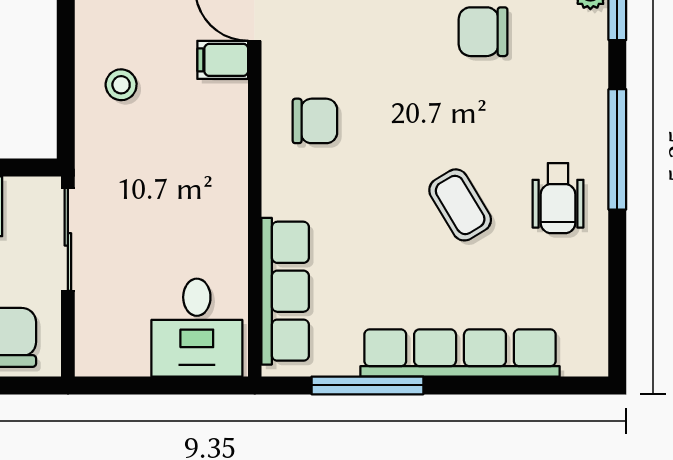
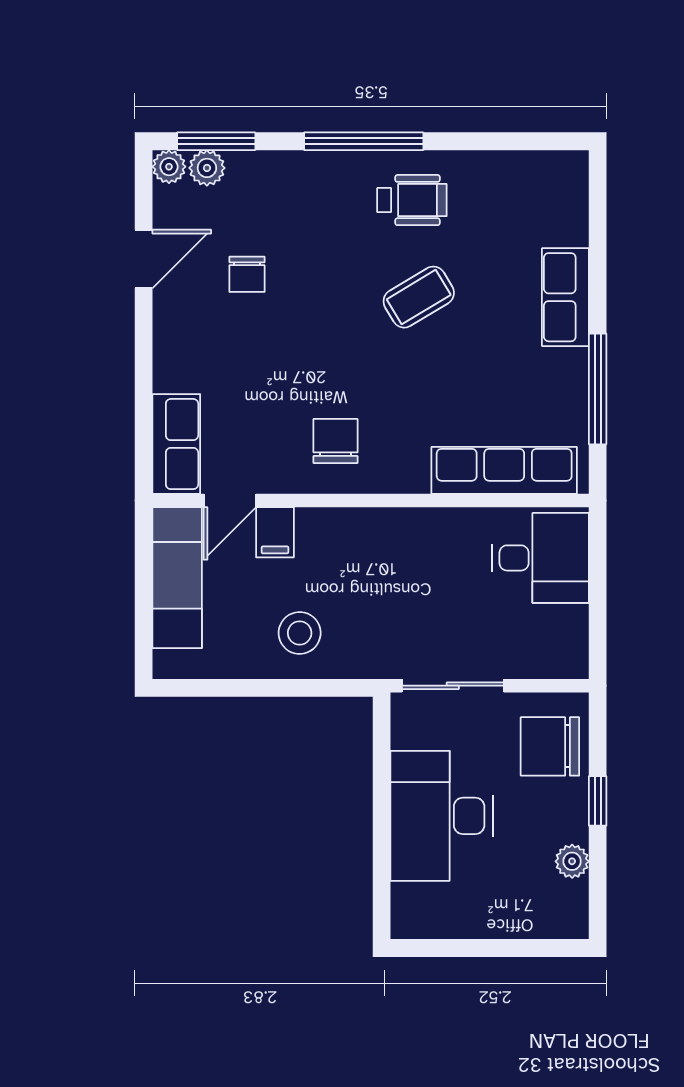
chair: (483, 32) -> (247, 274), width x0.73, depth x0.73
stool: (121, 85) -> (300, 633), width x1.37, depth x1.37
row of seats: (460, 353) -> (565, 297), width x0.50

